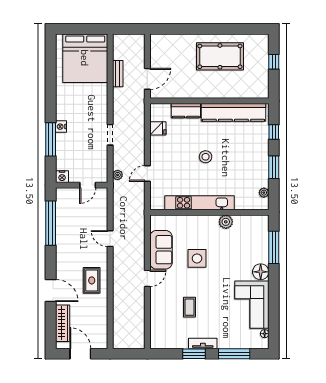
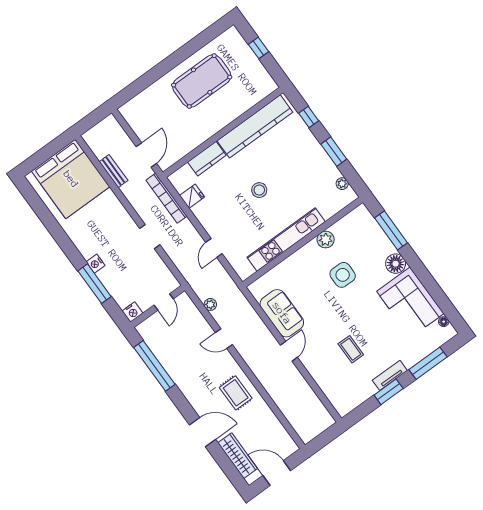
bookcase: (140, 117) -> (166, 198), added
plant: (118, 175) -> (210, 304), moved
side table: (197, 258) -> (343, 275), moved

